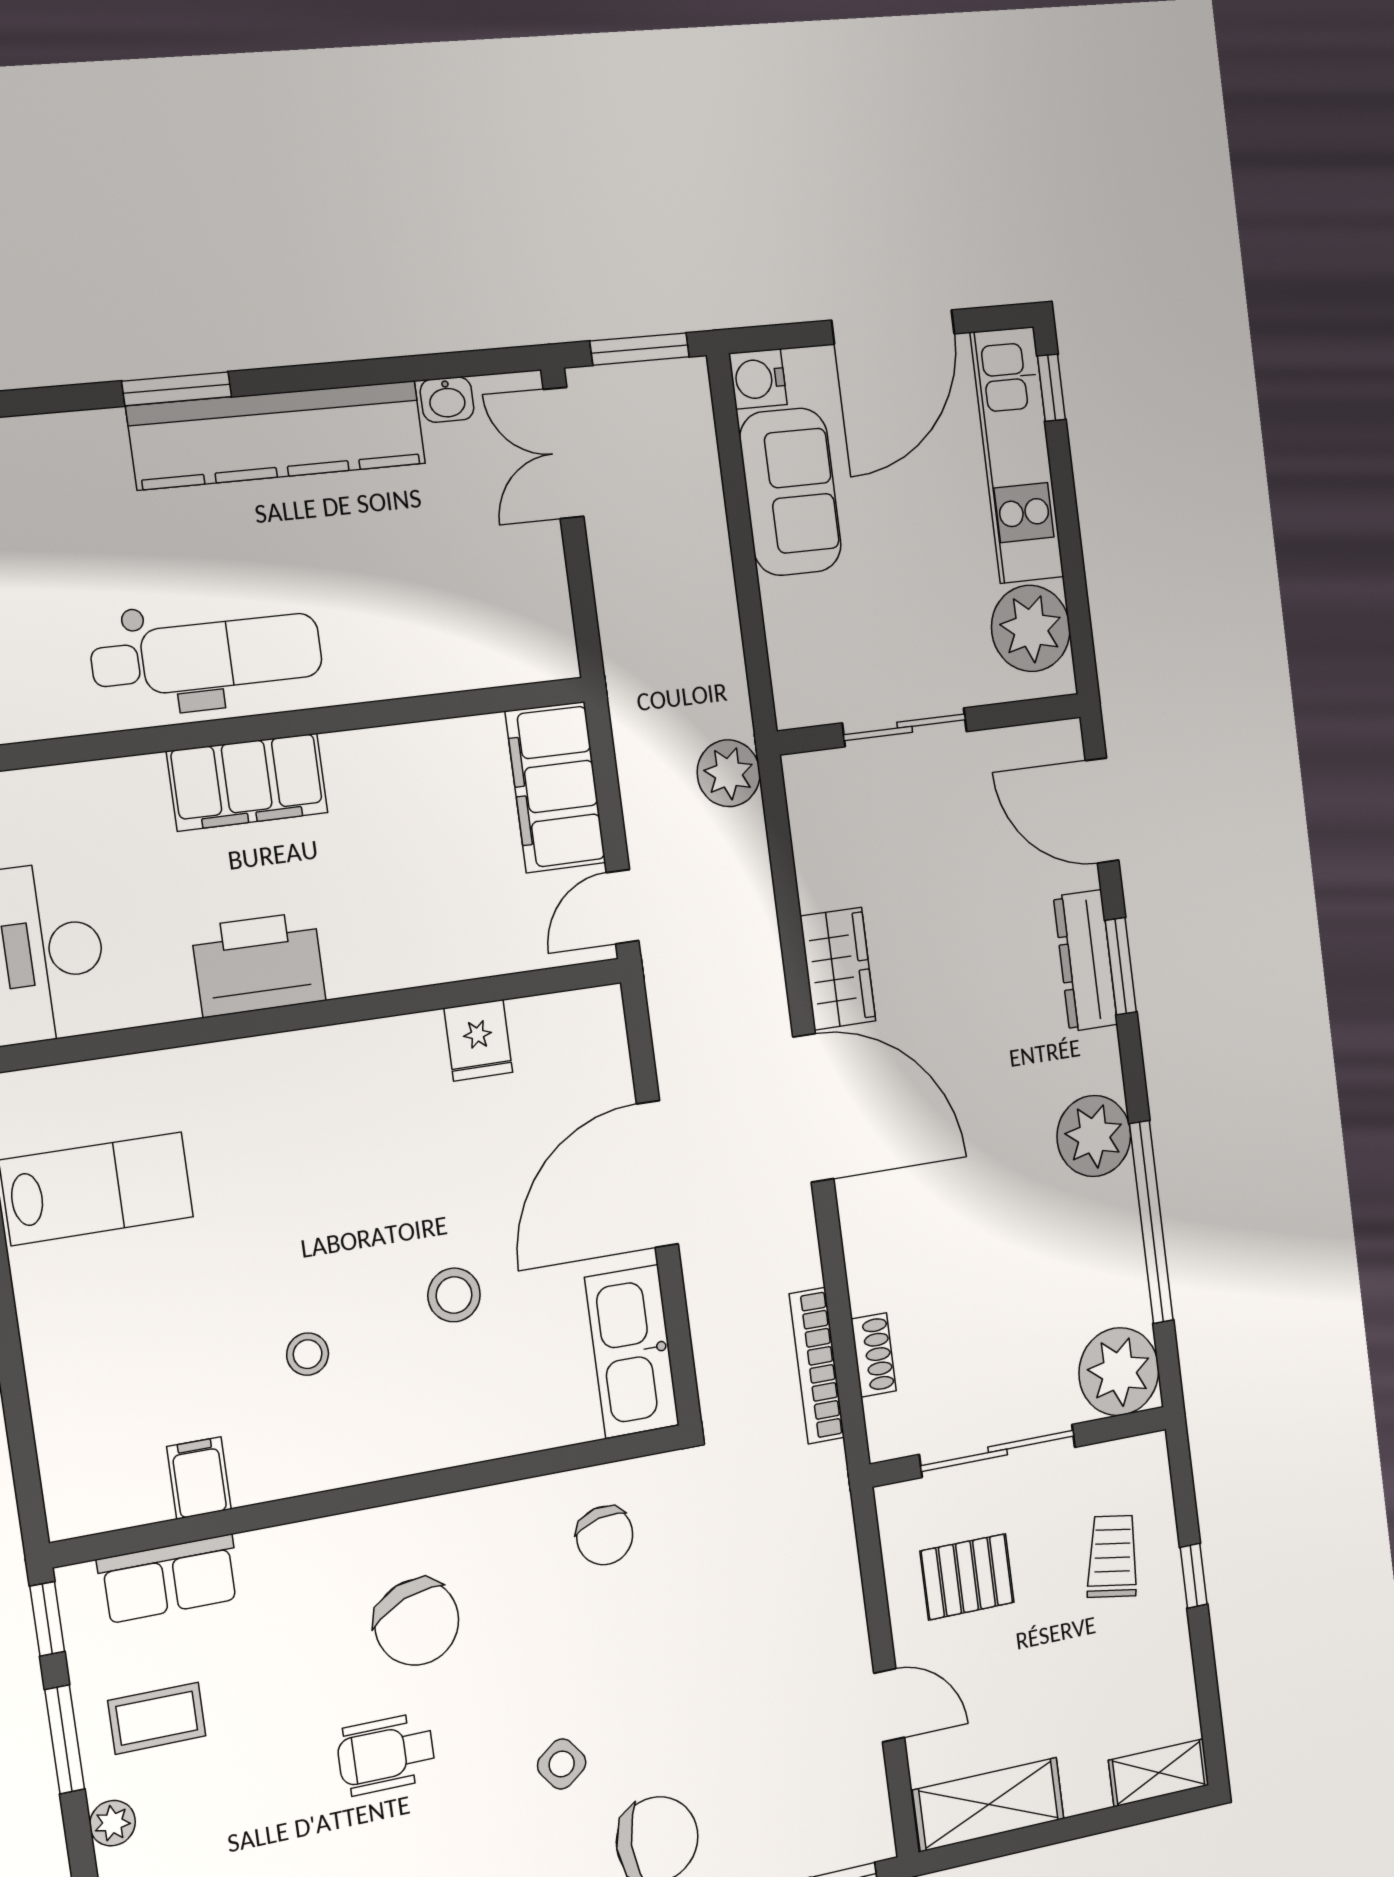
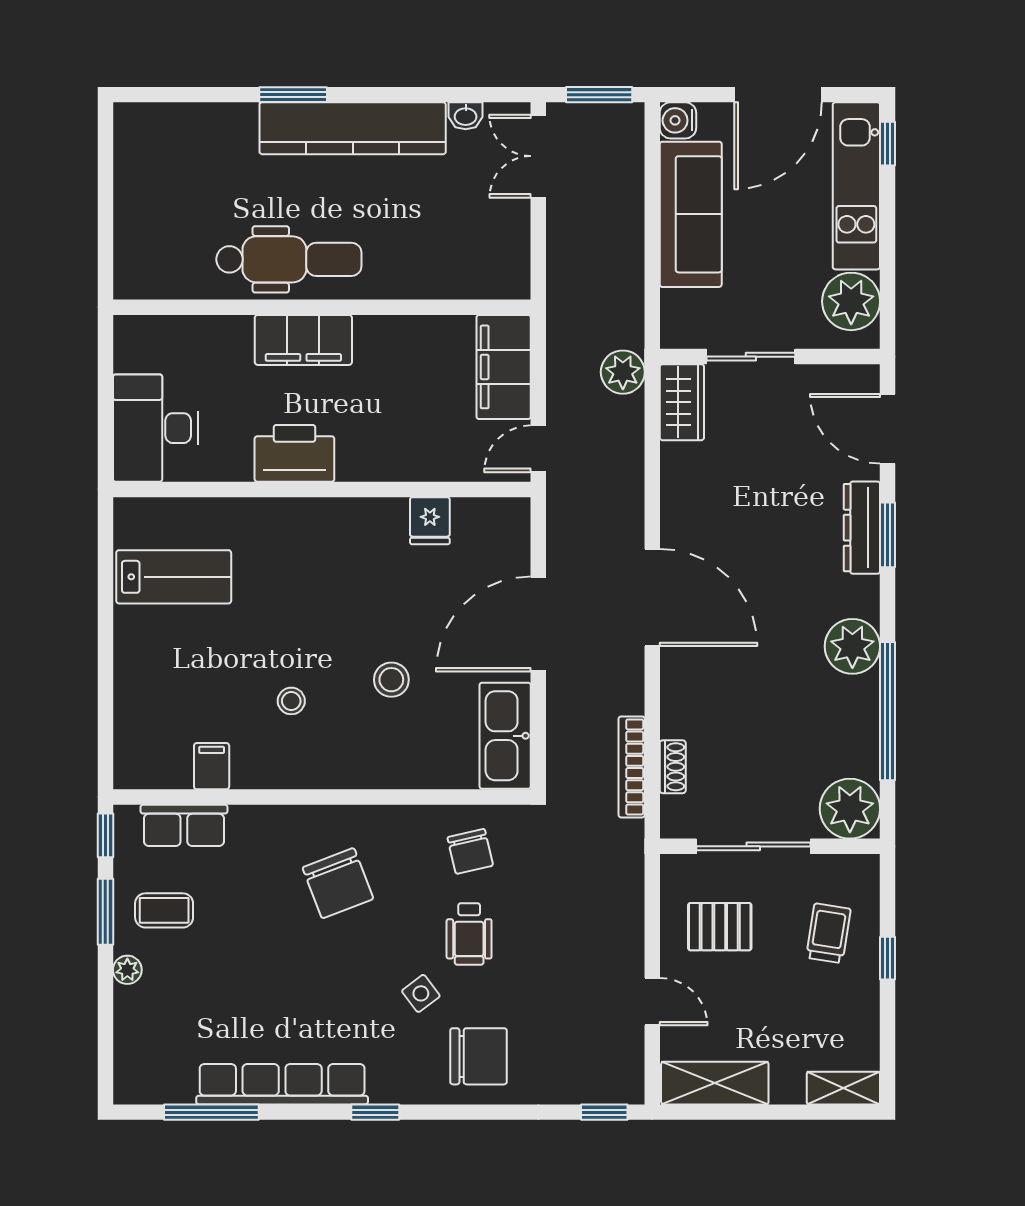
sofa: (790, 492) -> (691, 214), width x1.36
wardrobe: (838, 969) -> (682, 402), moved
wheelchair: (386, 1754) -> (469, 934), moved, turned -90

